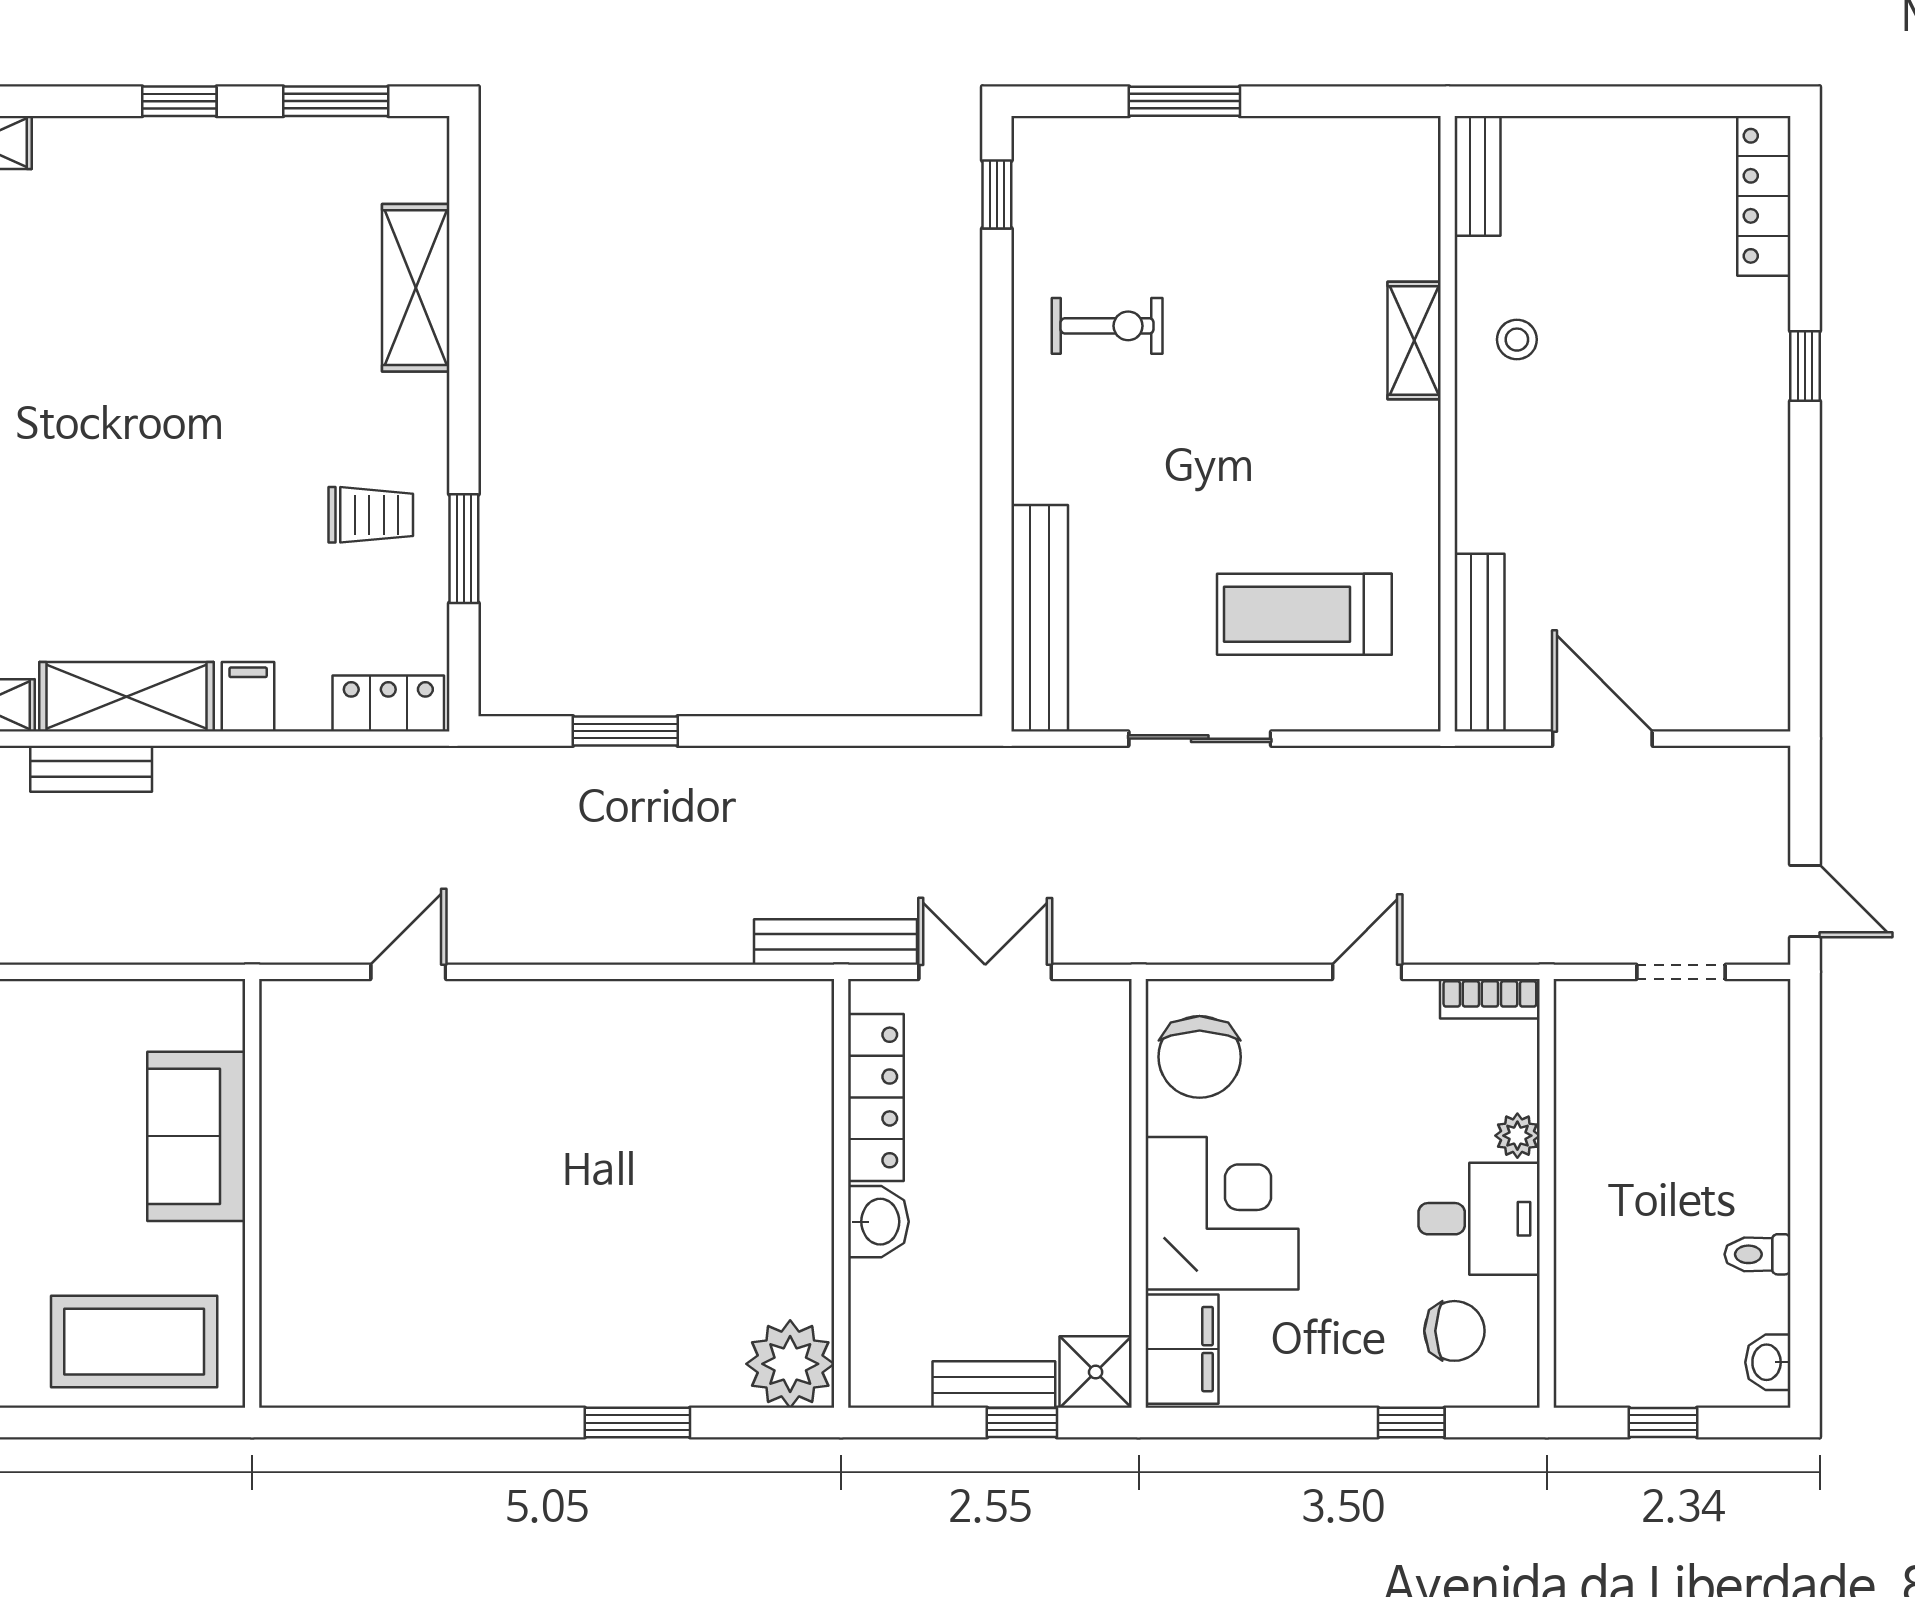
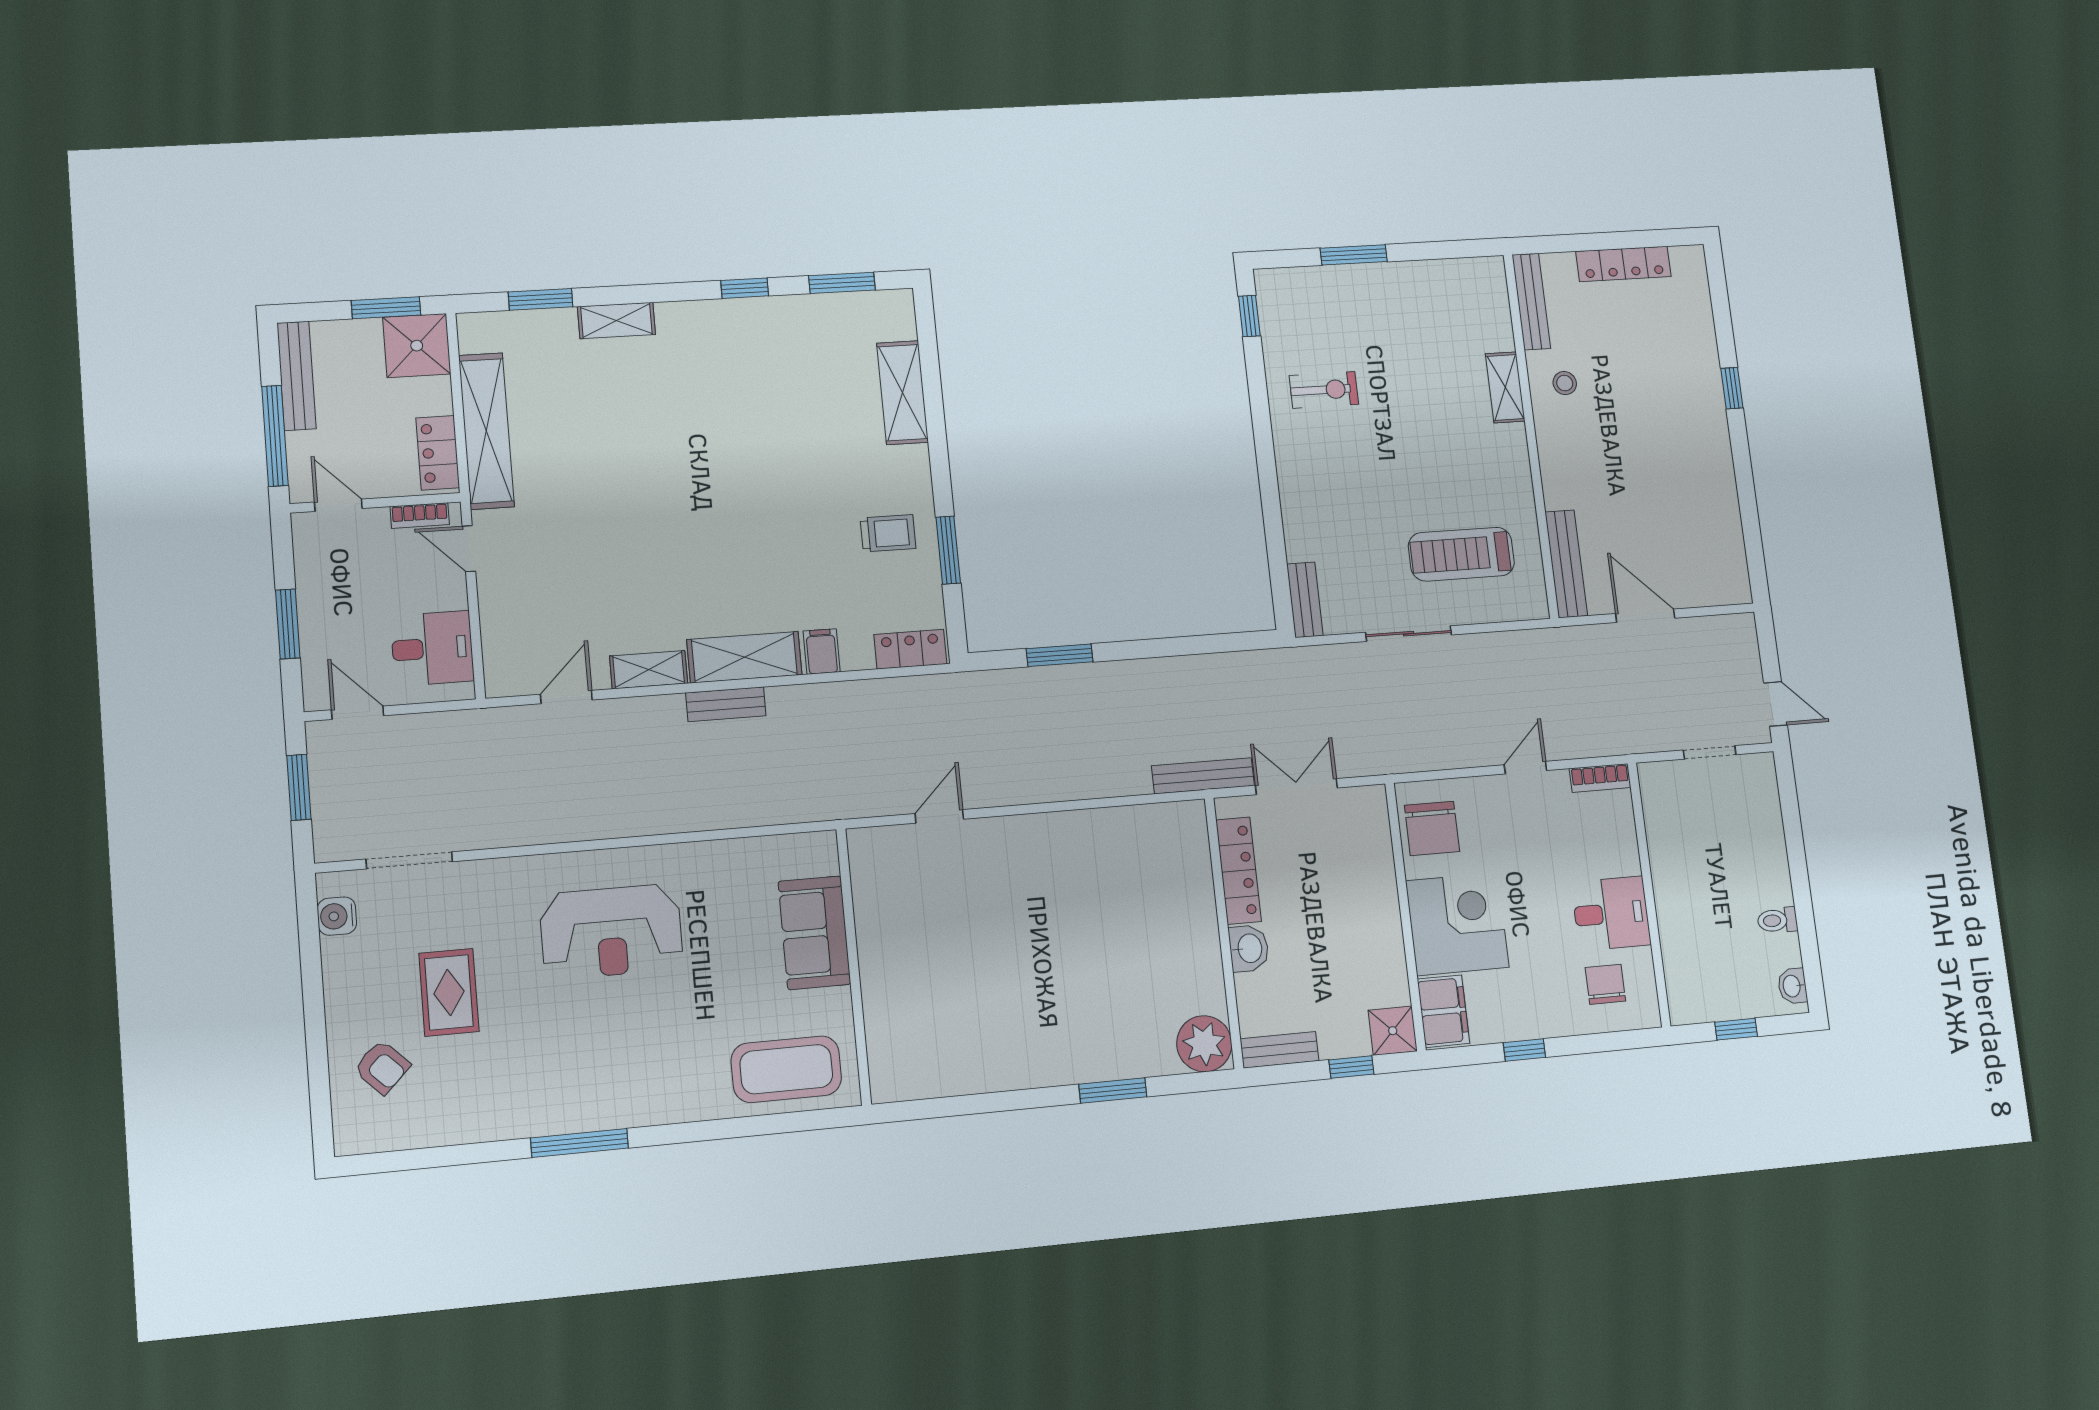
bench: (1478, 176) -> (1531, 302), width x1.36
locker: (1764, 196) -> (1623, 264), moved, turned -90
bench: (1040, 618) -> (1305, 600), width x0.54, depth x0.82
plant: (1517, 1136) -> (1627, 860), removed
chair: (1454, 1331) -> (1605, 984), turned -90
bench: (994, 1385) -> (1279, 1050), moved
window: (1411, 1423) -> (1524, 1050), moved

